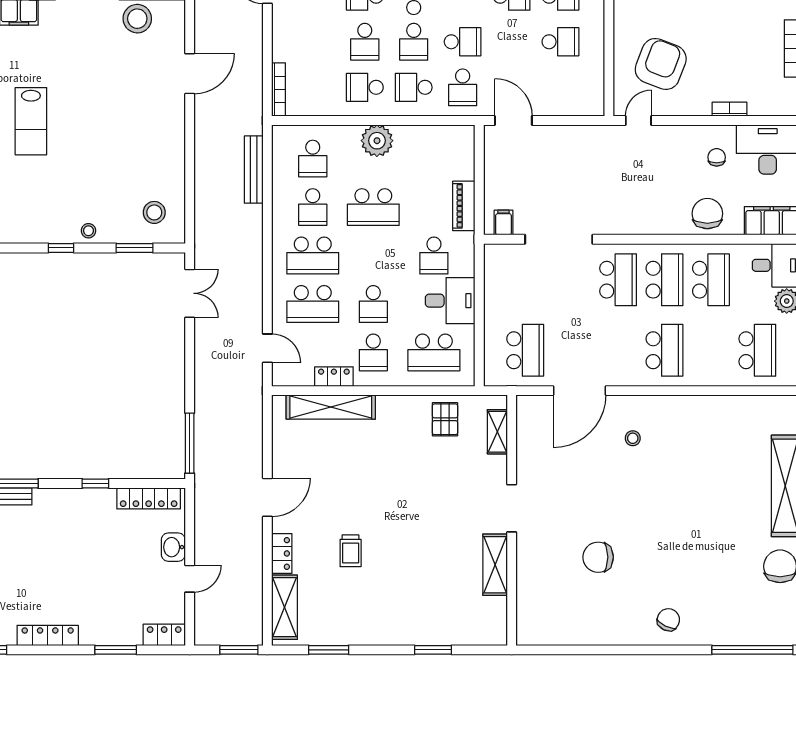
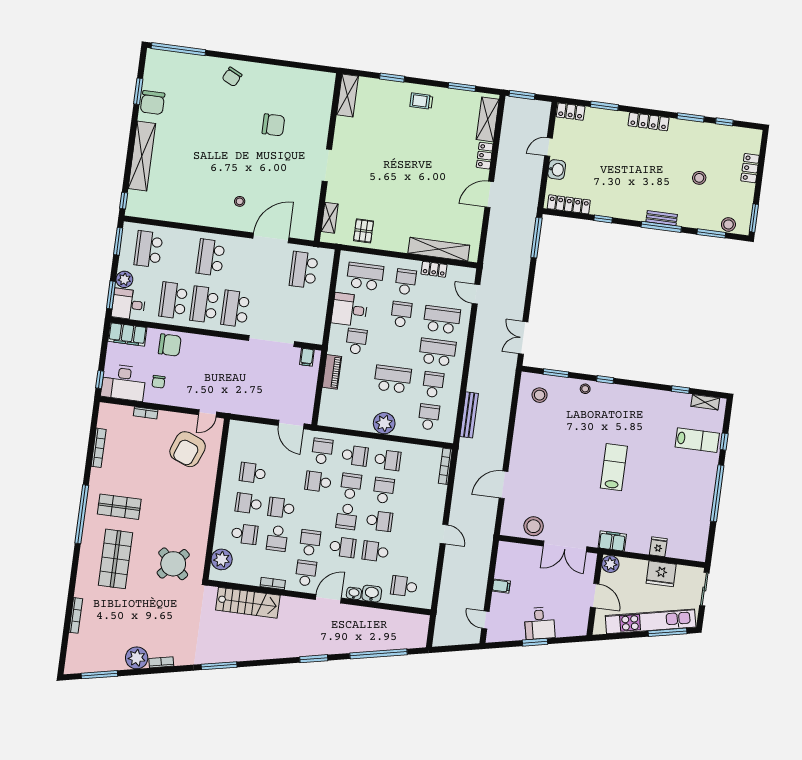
chair: (707, 214) -> (170, 345), turned -90
trolley: (351, 551) -> (421, 101), moved, turned -90
shelving: (495, 565) -> (348, 95), moved

